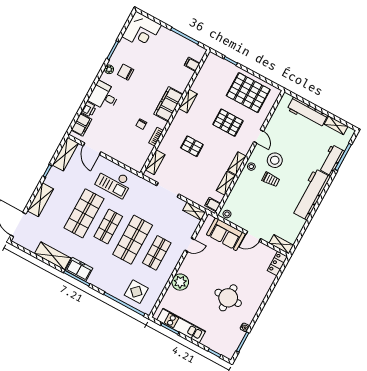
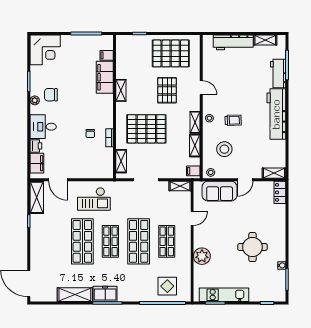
filing cabinet: (168, 104) -> (105, 77), moved
pallet: (228, 123) -> (167, 90), turned 90
pallet: (192, 146) -> (146, 129), width x2.05, depth x2.00
stool: (275, 160) -> (224, 149), moved
shelving: (40, 200) -> (37, 250), removed

